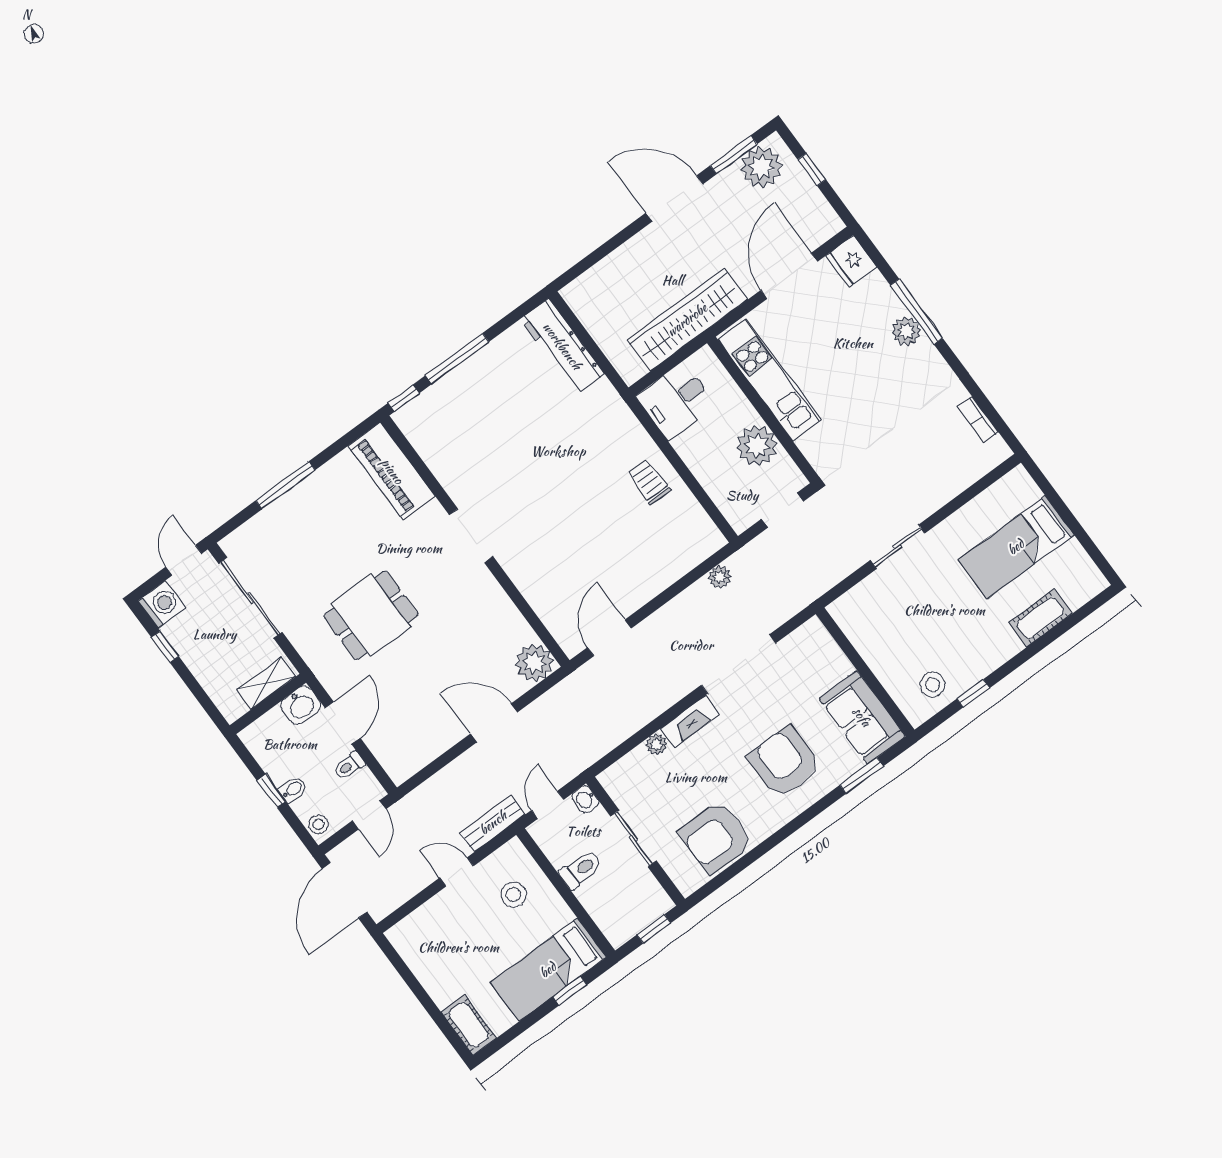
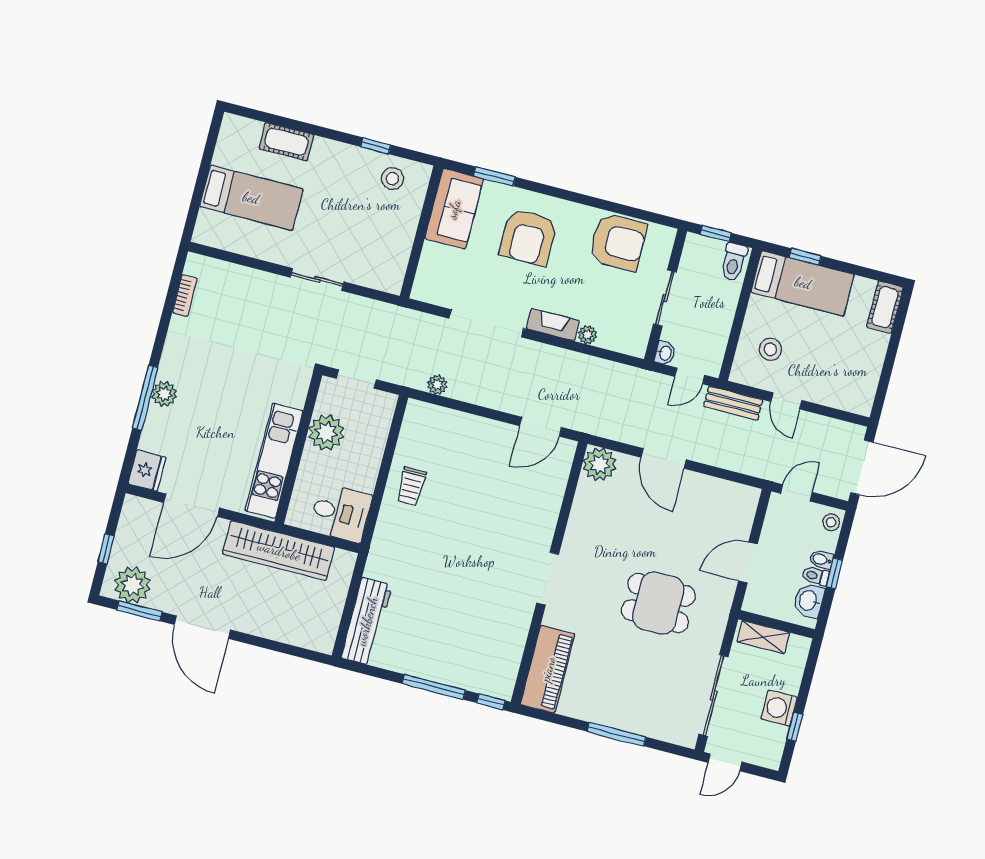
washing machine: (162, 604) -> (779, 708), moved
washbasin: (301, 705) -> (809, 601), moved, turned -90
toilet: (349, 766) -> (815, 576), moved, turned 180
toilet: (581, 870) -> (734, 262), moved, turned -90

